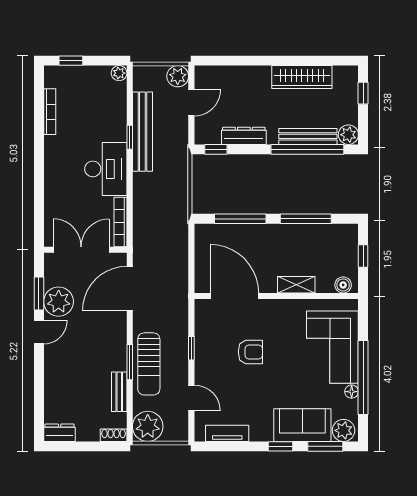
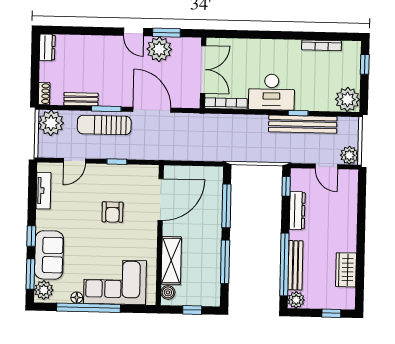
plant: (119, 73) -> (347, 99), width x1.88, depth x1.88
wardrobe: (302, 77) -> (346, 270), width x0.67
shelving: (296, 285) -> (171, 260), width x1.50, depth x1.33
door: (130, 289) -> (152, 110), moved

